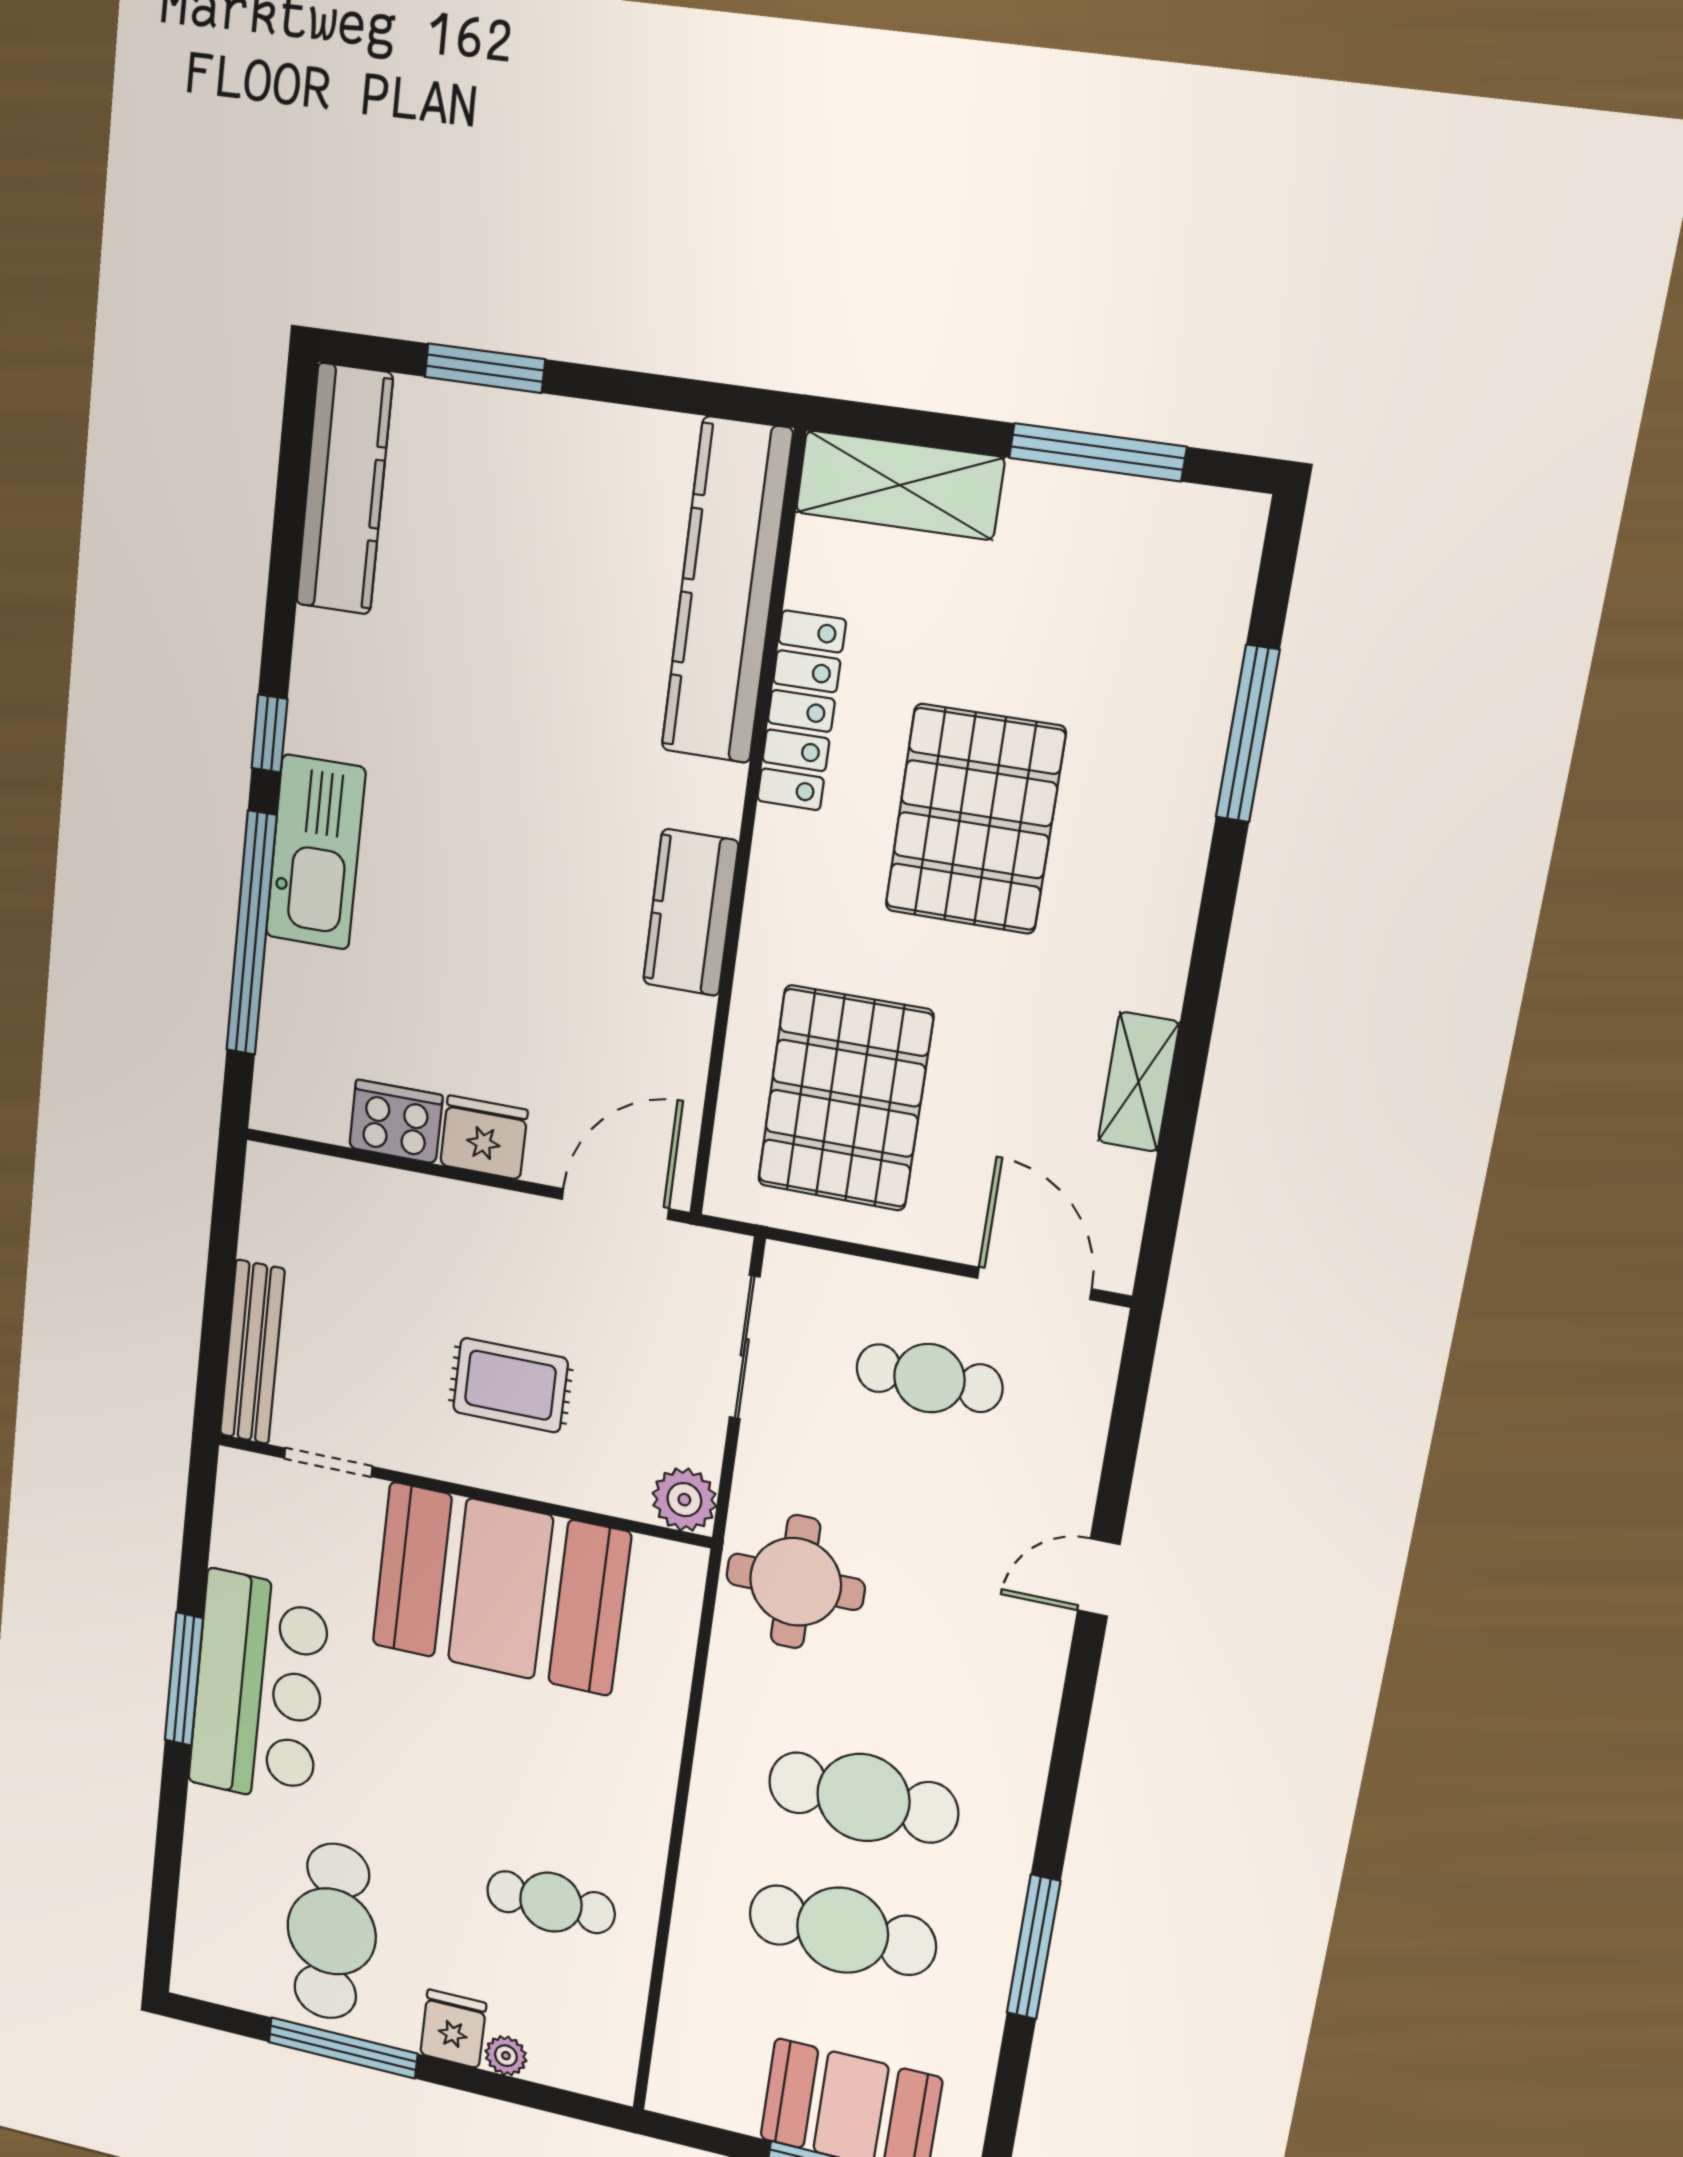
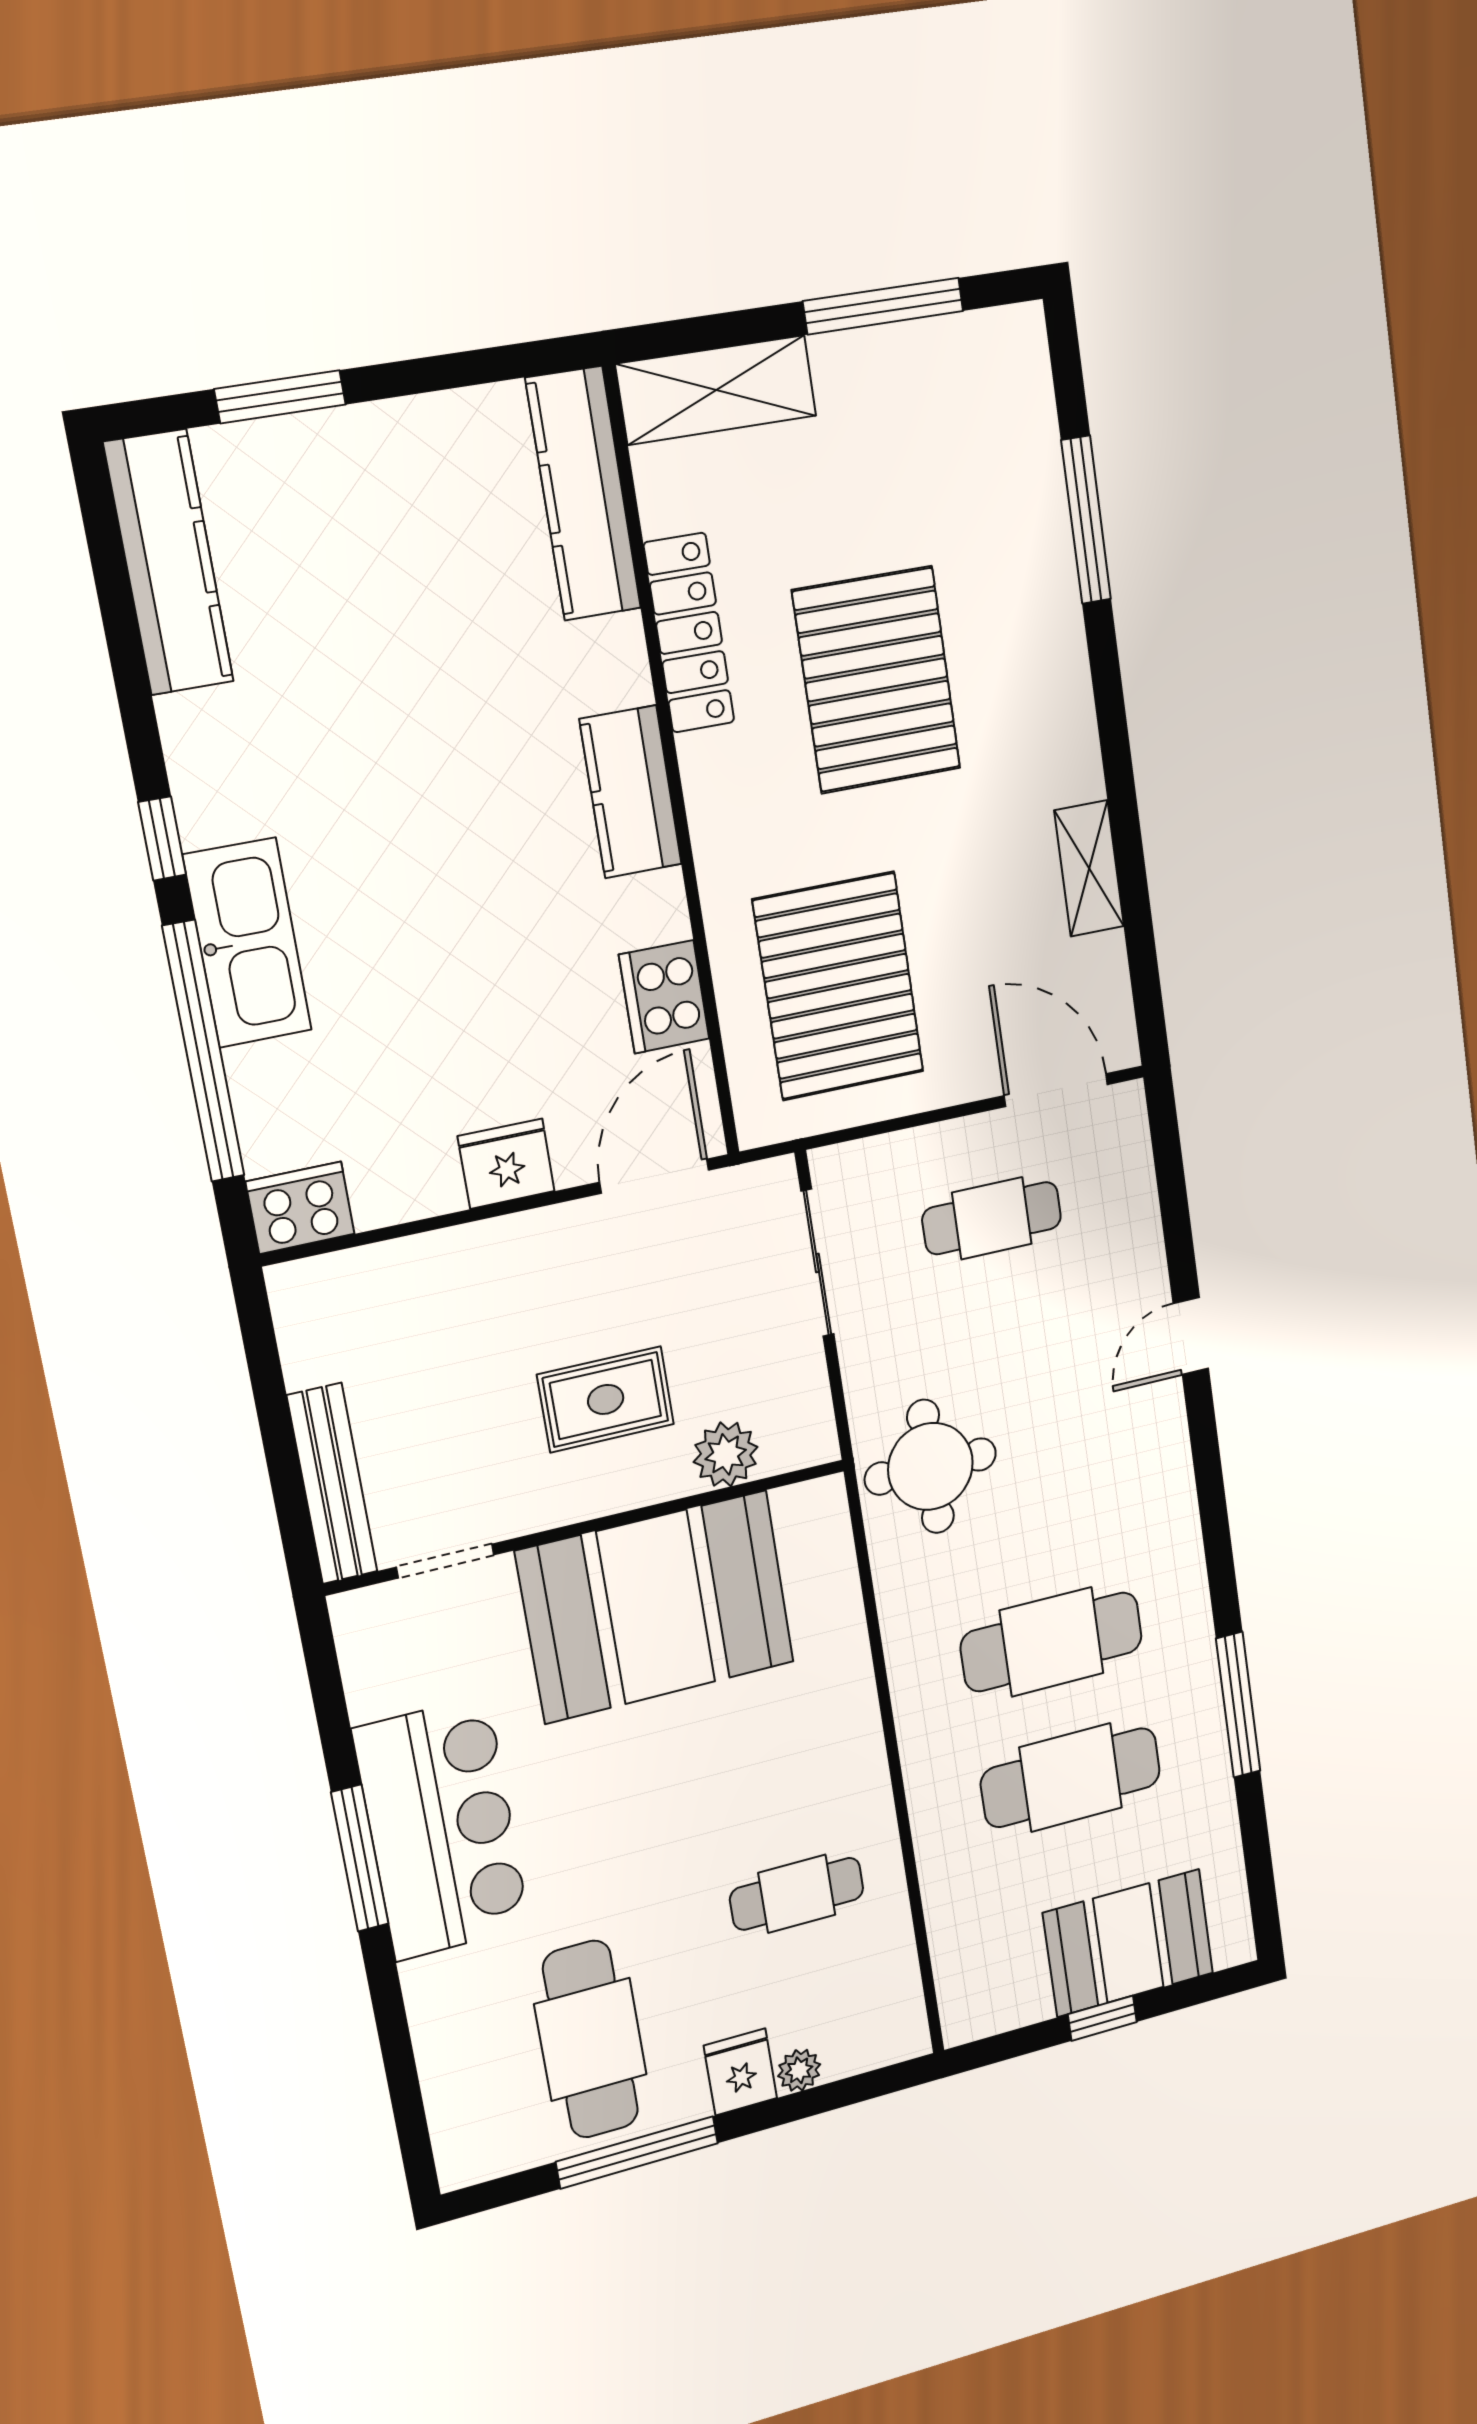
kitchen counter: (727, 591) -> (583, 494), width x0.72, depth x0.86
kitchen counter: (690, 913) -> (631, 792), moved
cooker: (674, 1044) -> (664, 997), added
cooker: (396, 1122) -> (300, 1208), moved
plant: (684, 1500) -> (726, 1454), moved

